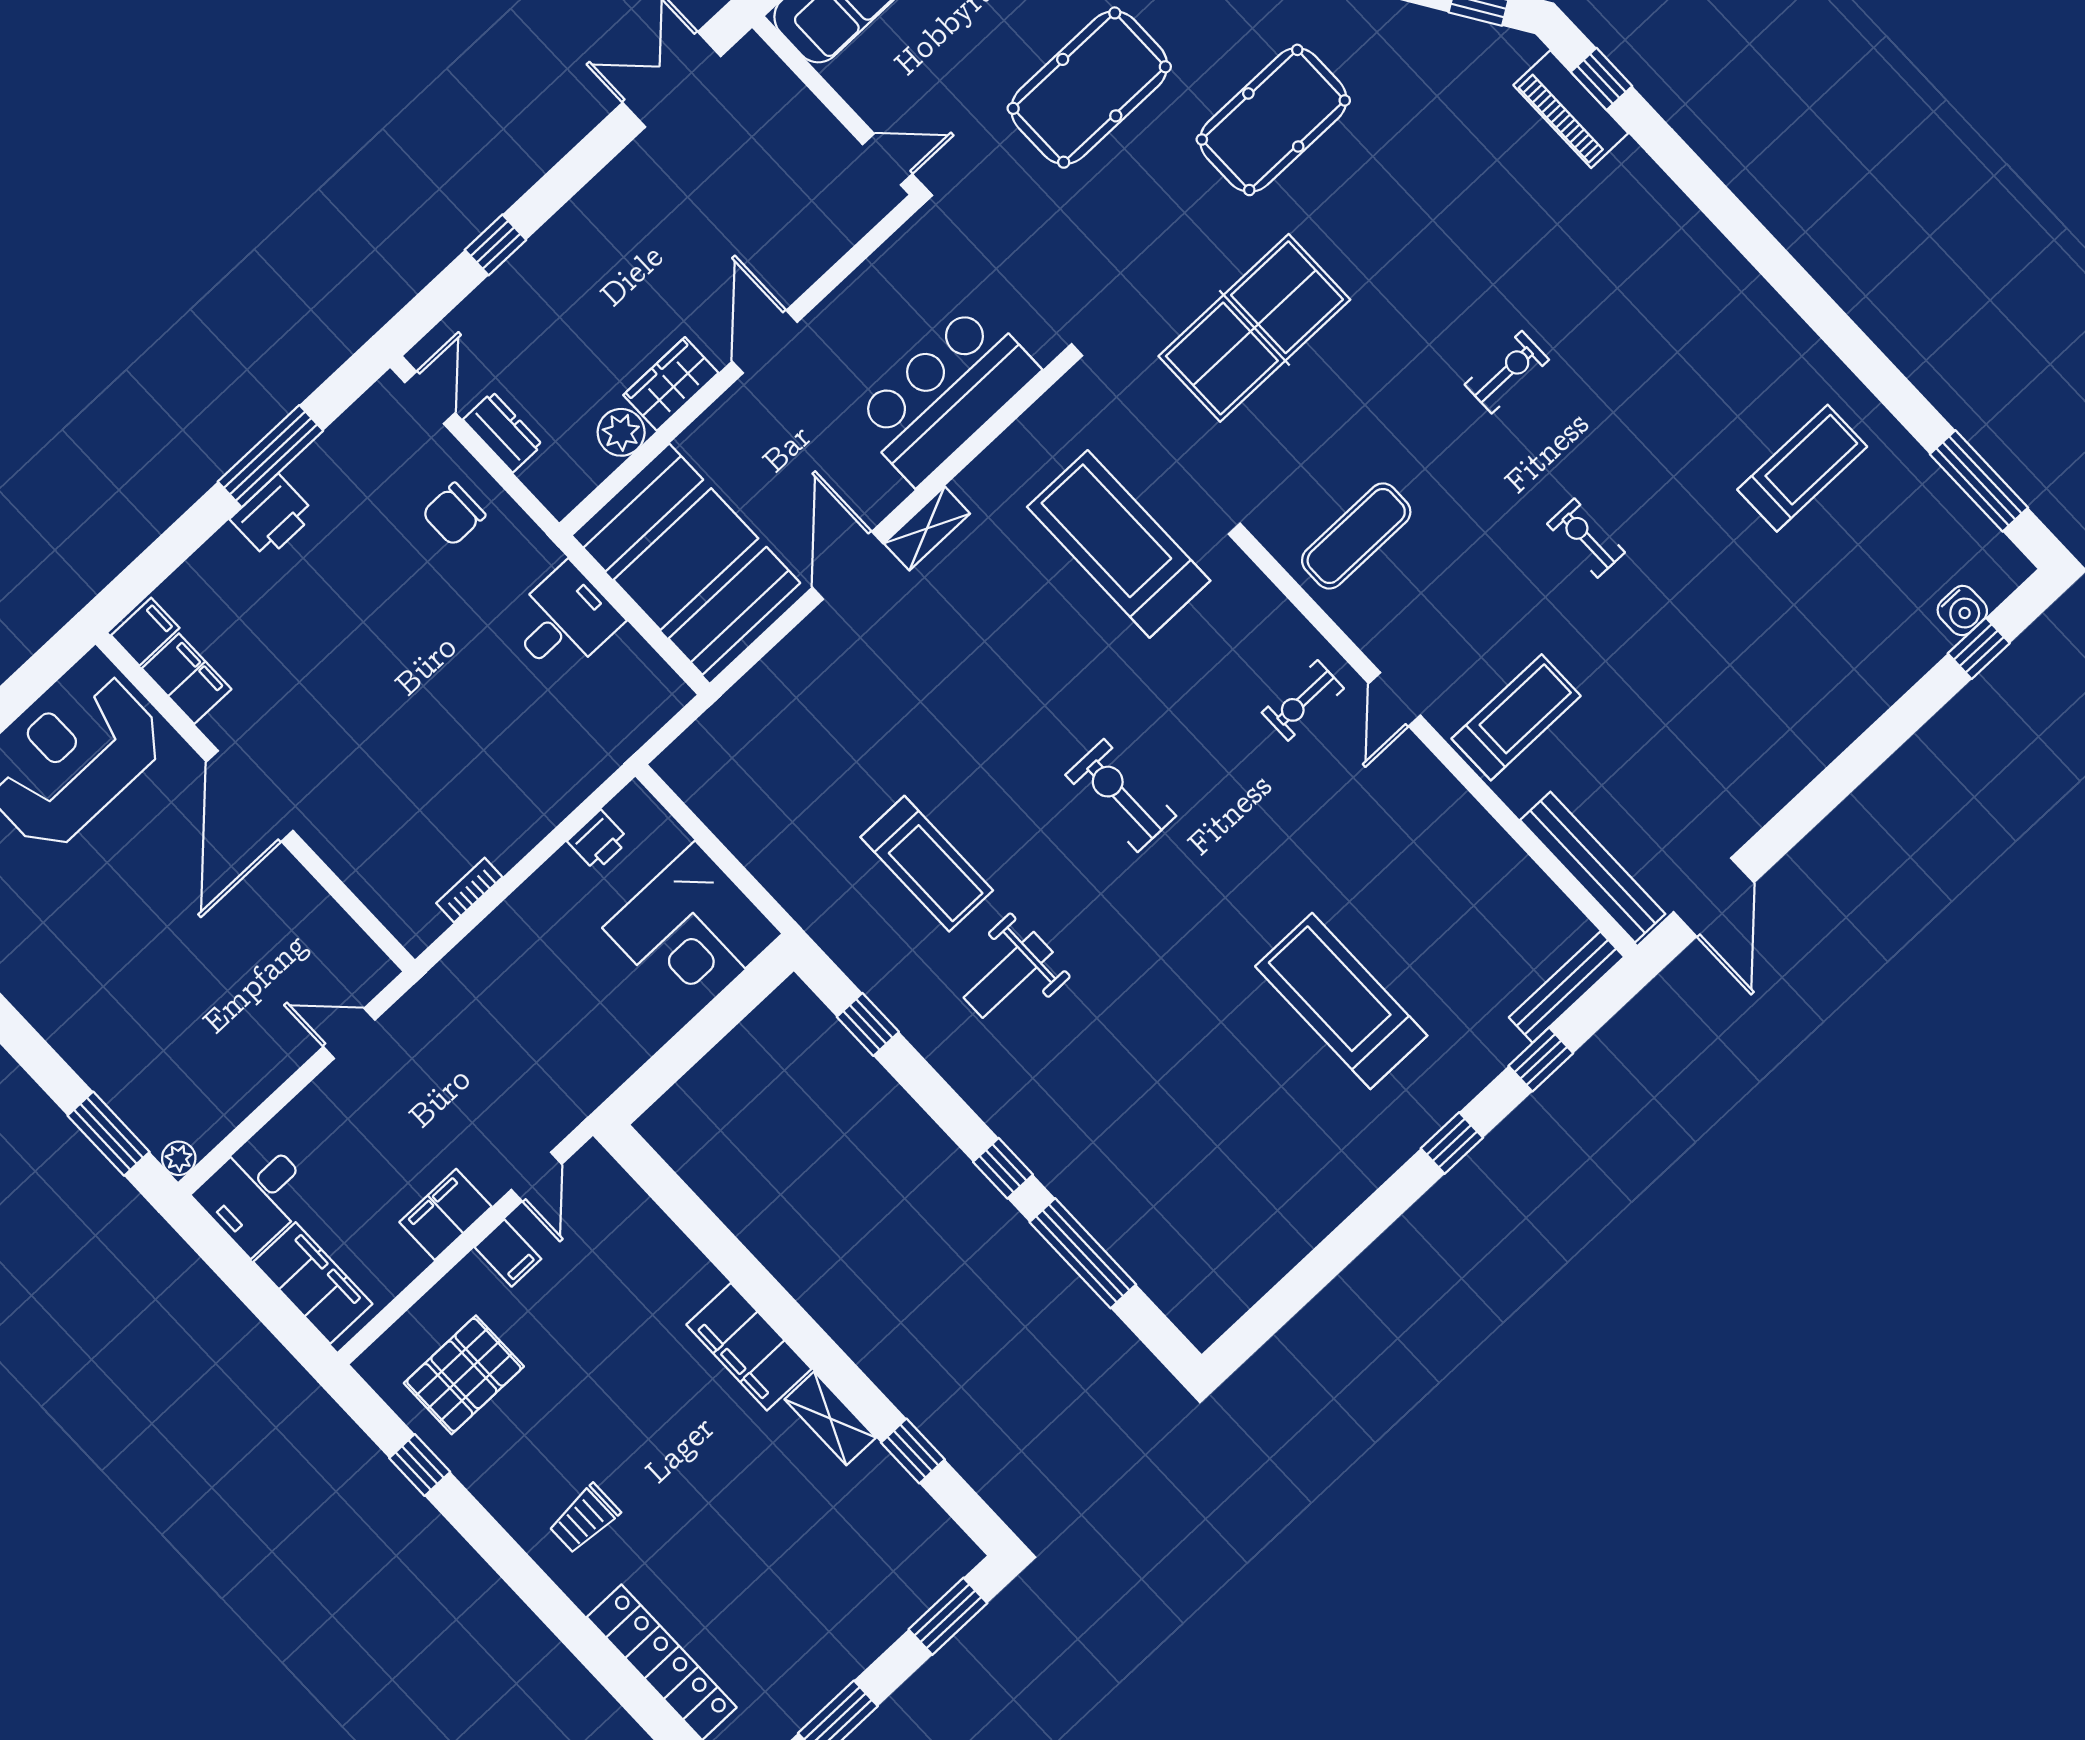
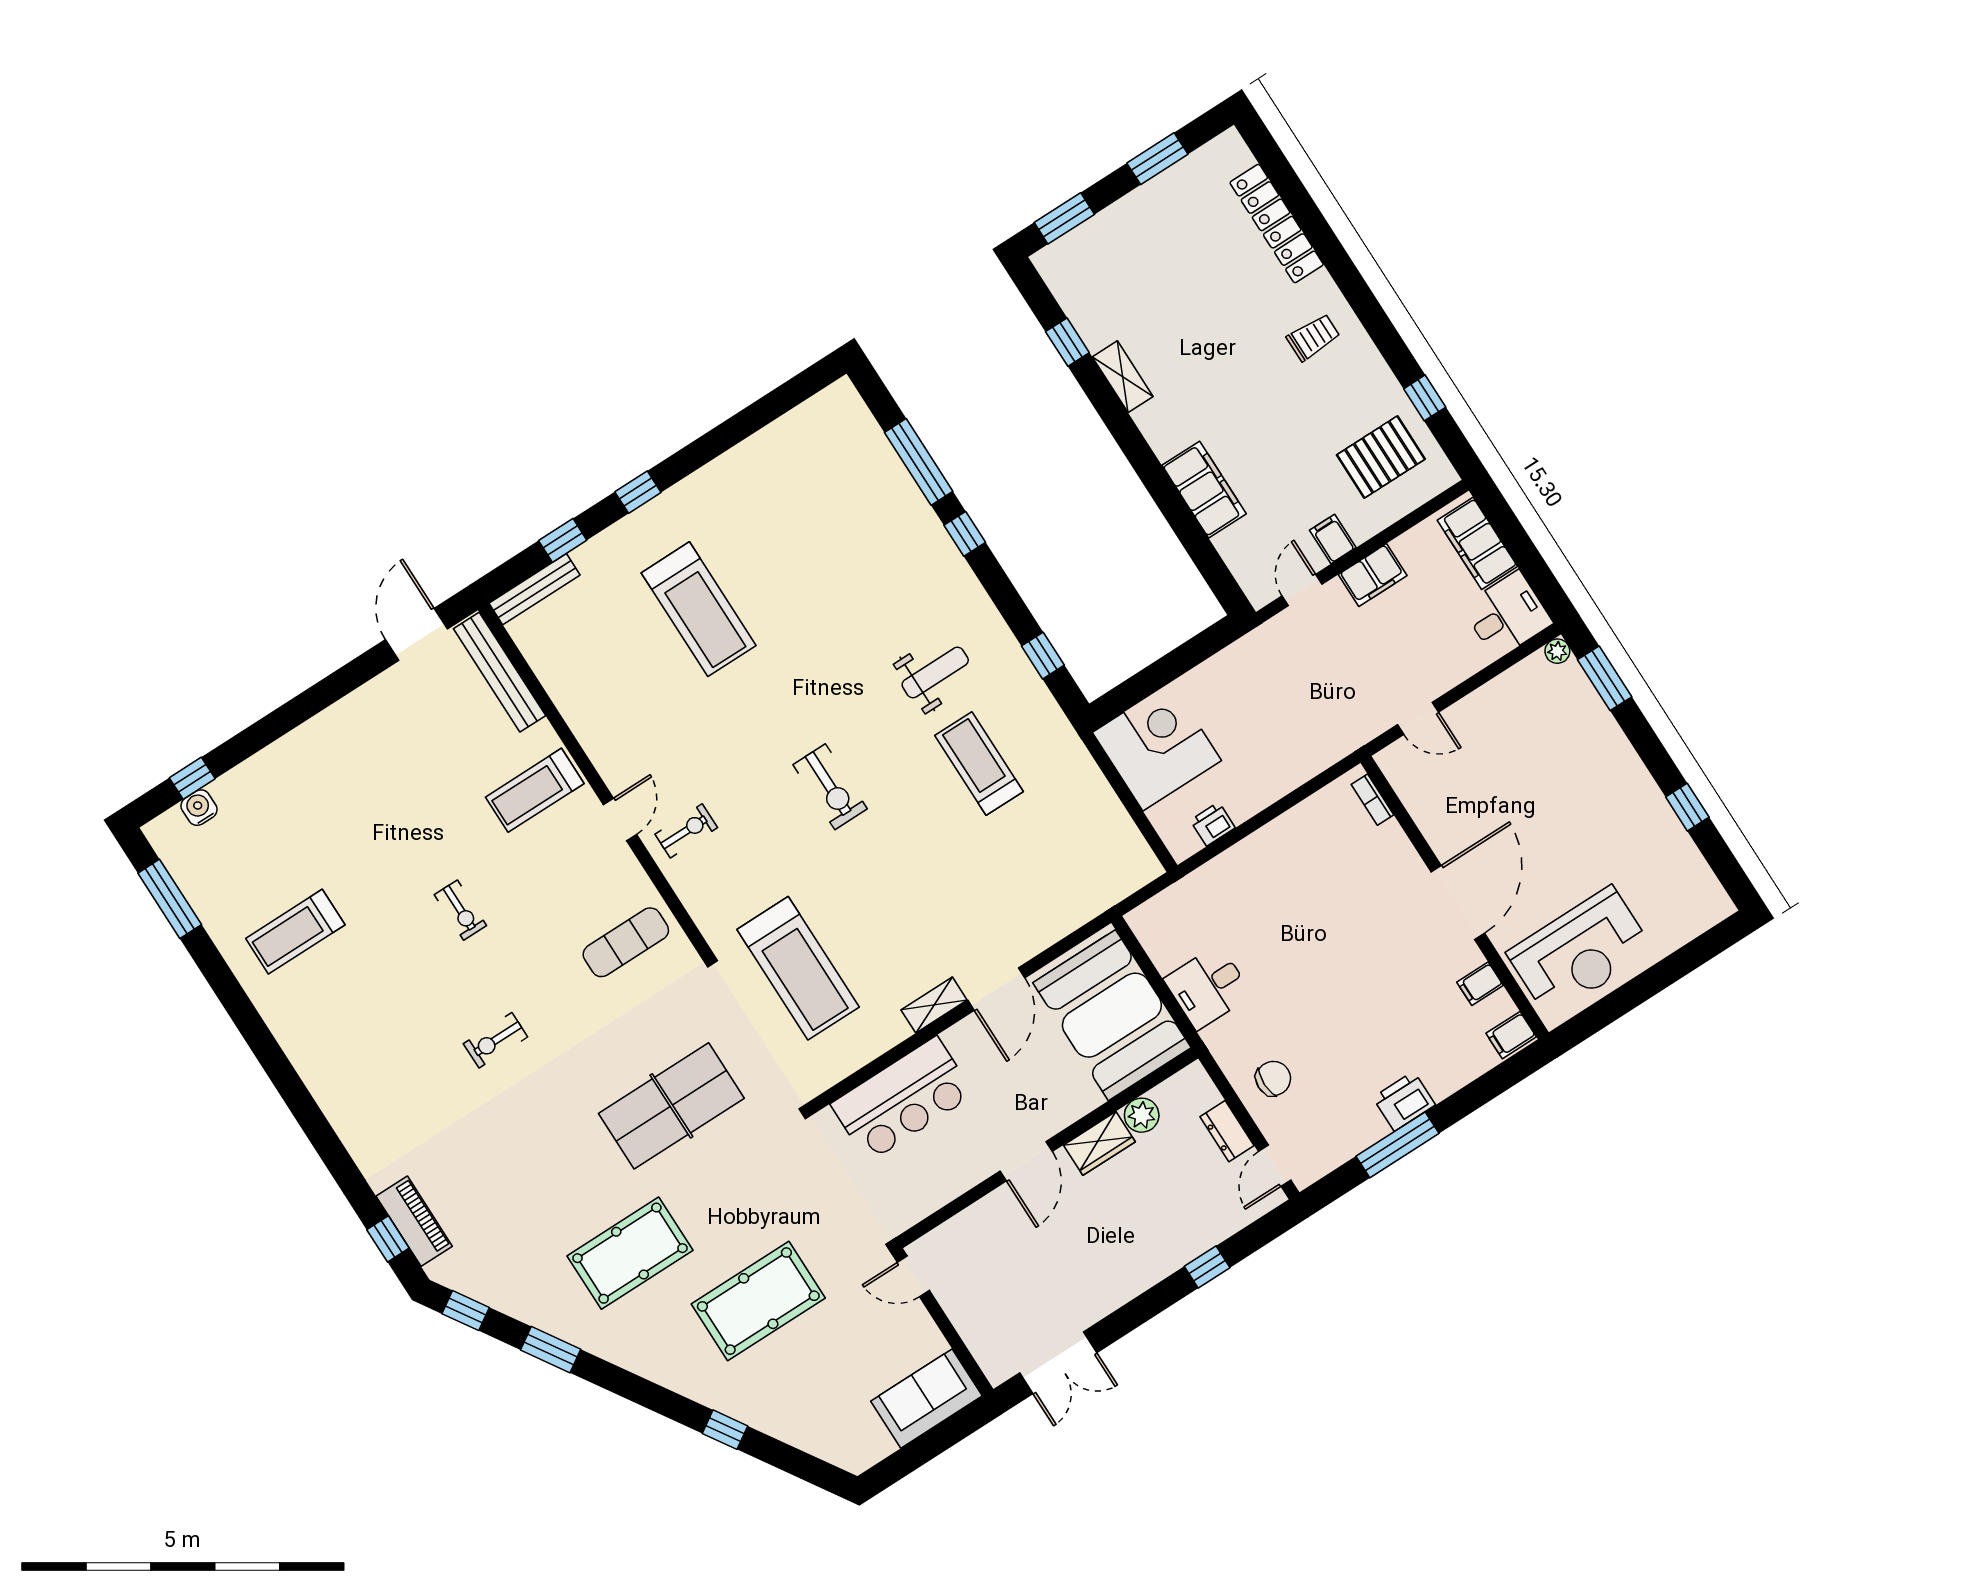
filing cabinet: (187, 679) -> (1480, 984), width x0.50
bookcase: (469, 890) -> (1373, 800), moved, turned 90
filing cabinet: (749, 1347) -> (1204, 490), moved

